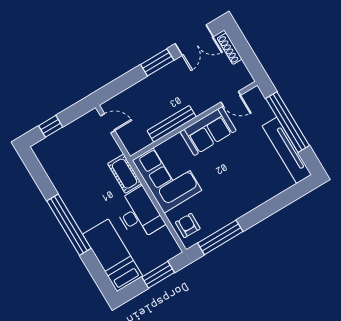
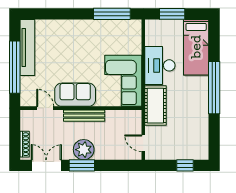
plant: (165, 80) -> (84, 150), added
bench: (172, 124) -> (84, 116), moved
cot: (125, 174) -> (155, 106), width x1.37, depth x1.34
armchair: (188, 225) -> (130, 36), removed

